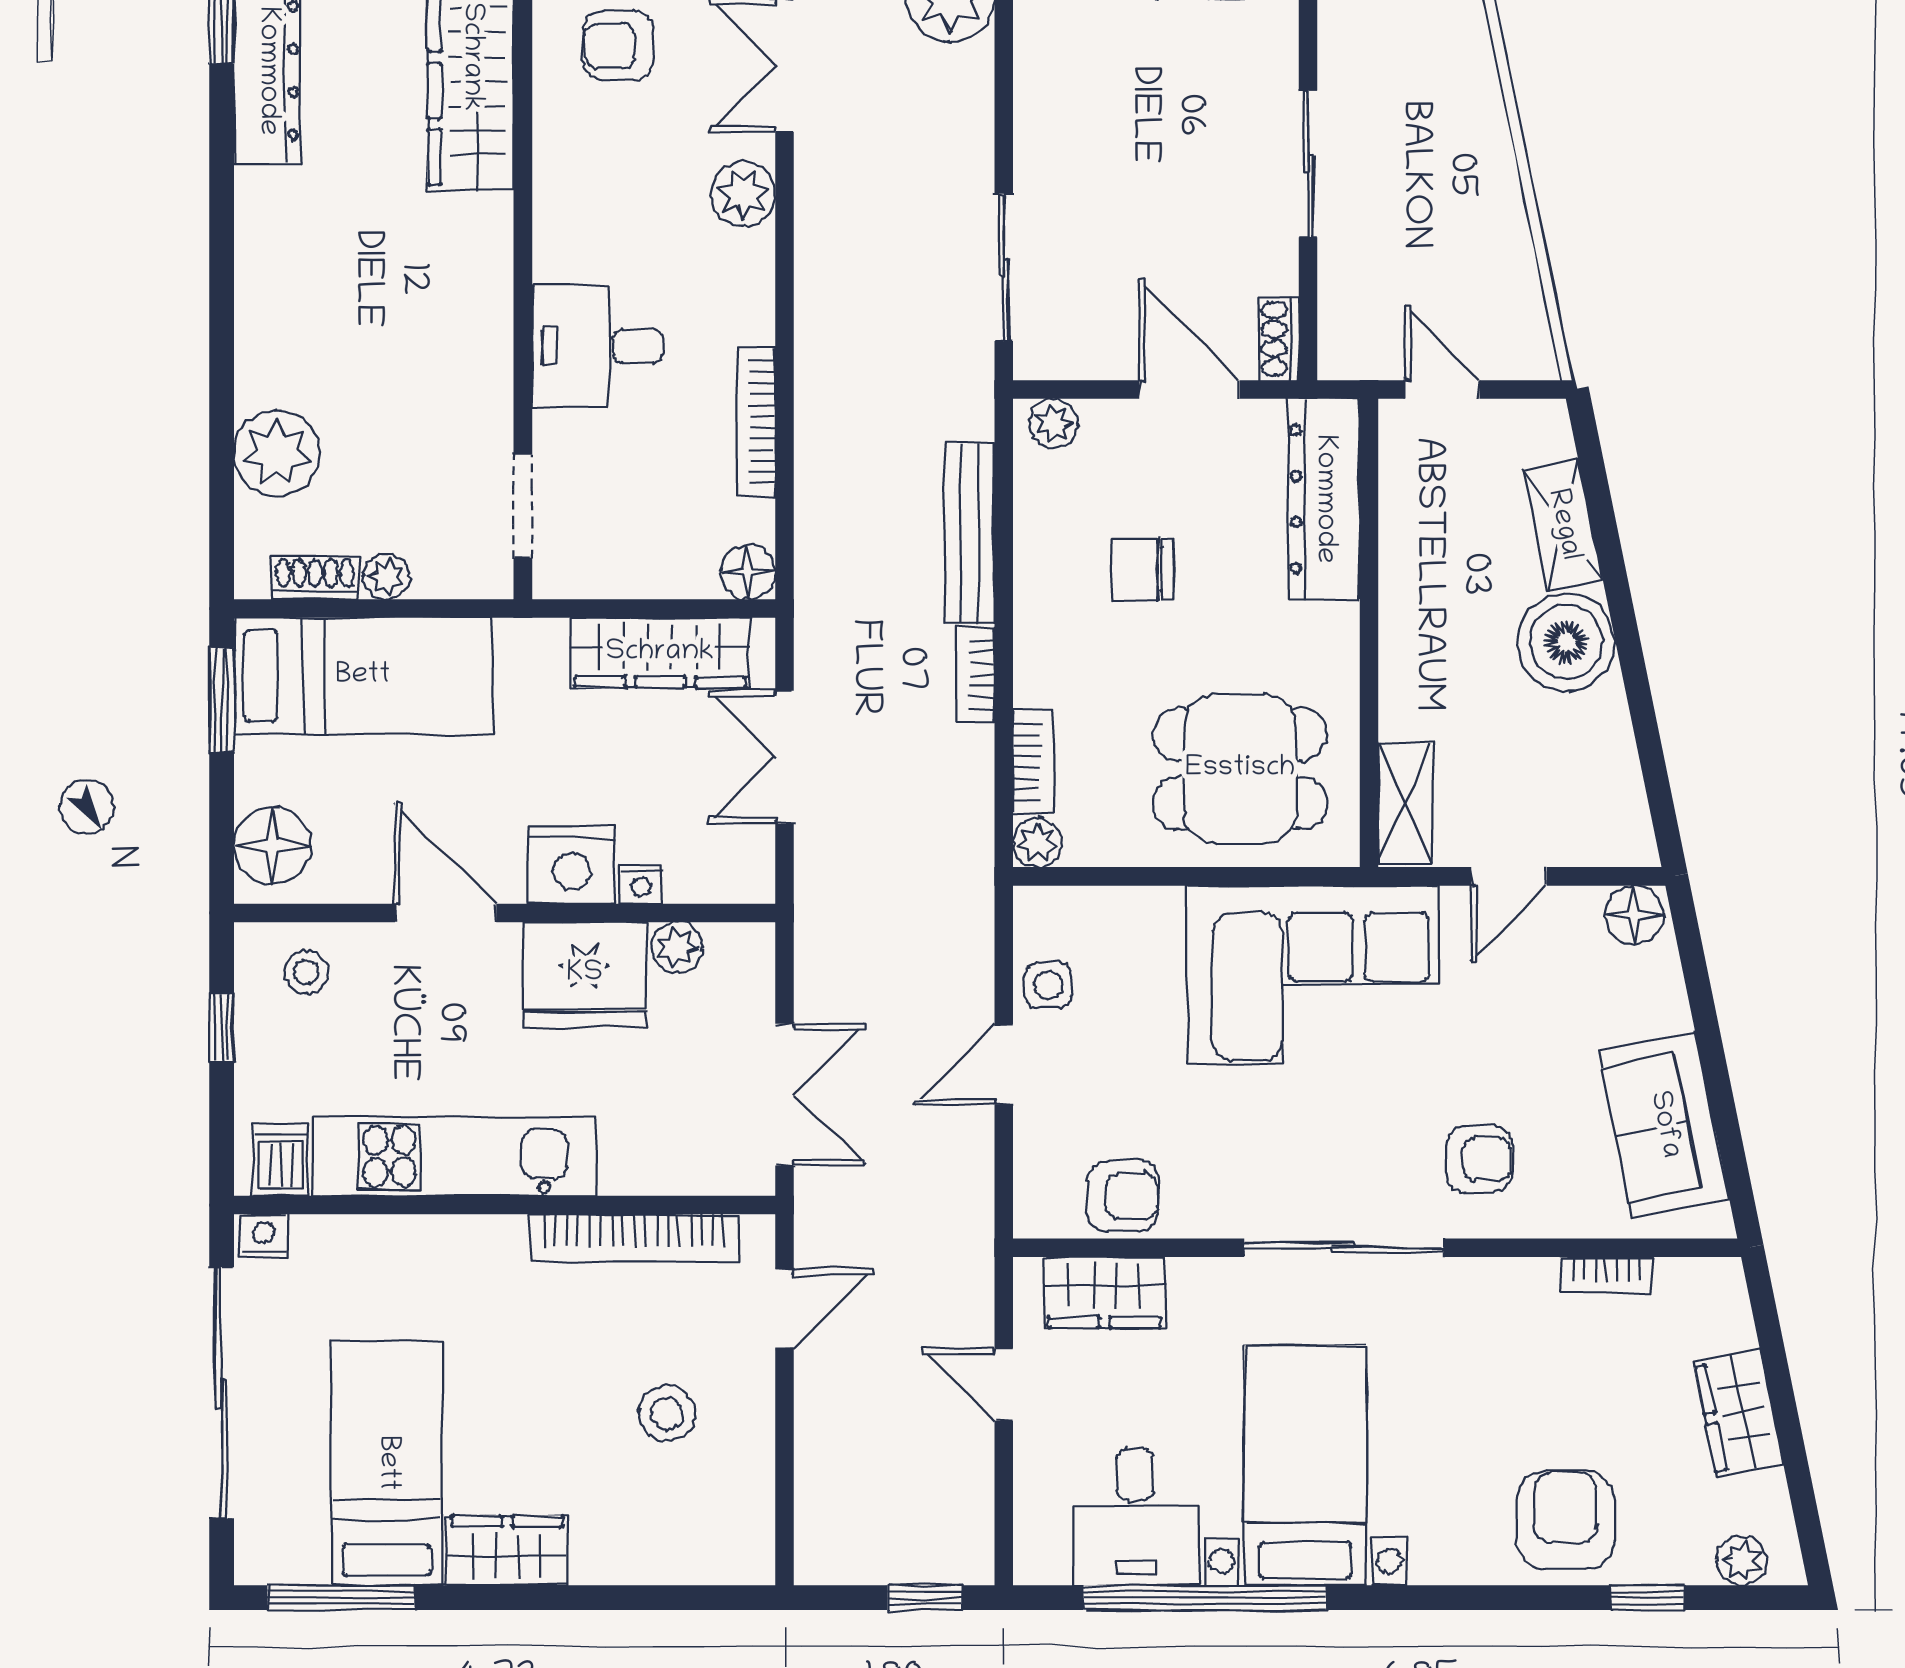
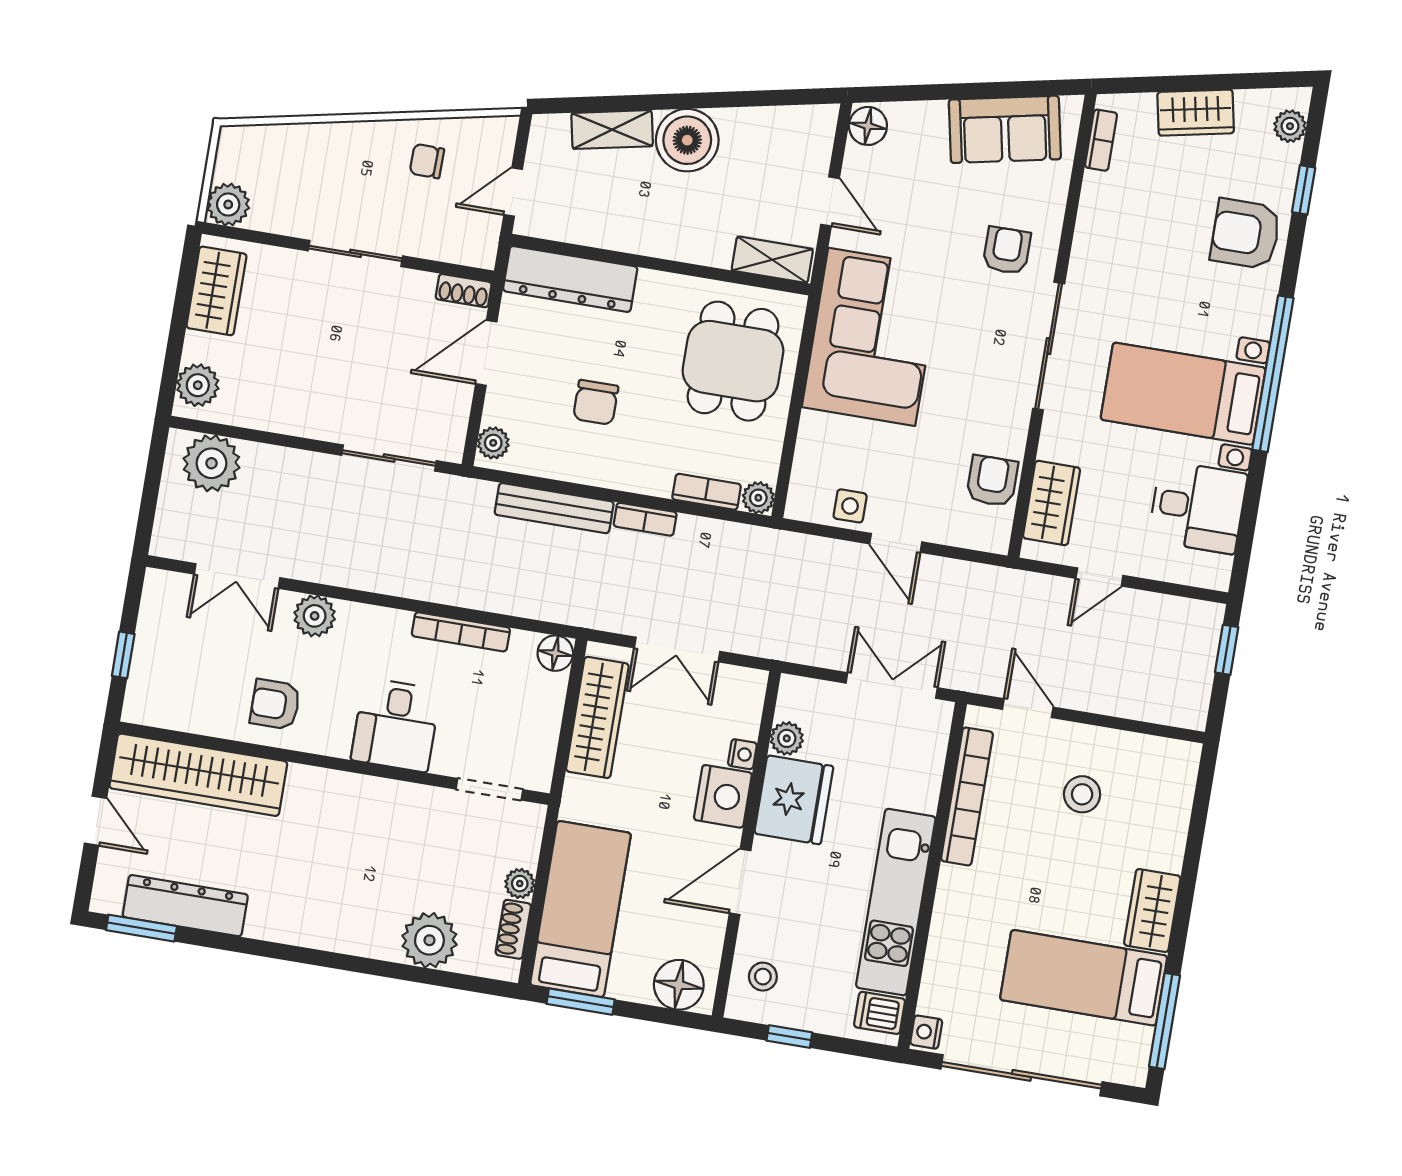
armchair: (618, 45) -> (275, 704), moved, turned 90
chair: (1468, 250) -> (427, 161), added
bookcase: (1606, 1275) -> (1101, 140), moved
window: (1205, 1598) -> (1273, 374), moved

